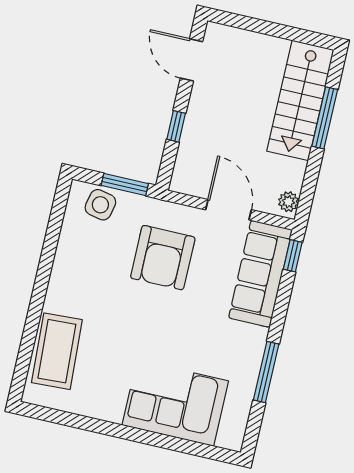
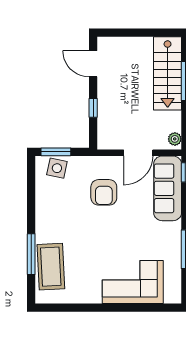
window: (125, 185) -> (56, 152), moved
door: (228, 210) -> (138, 153), swing flipped
armchair: (163, 258) -> (104, 192), width x0.73, depth x0.73
window: (32, 325) -> (31, 254), added

